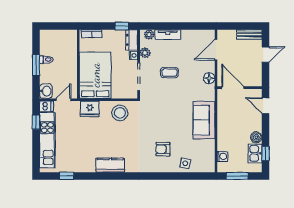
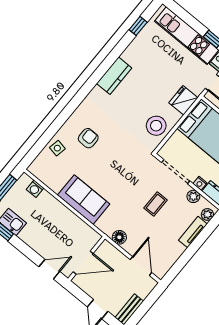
door: (233, 88) -> (83, 263), moved
boiler: (256, 137) -> (26, 236), removed

